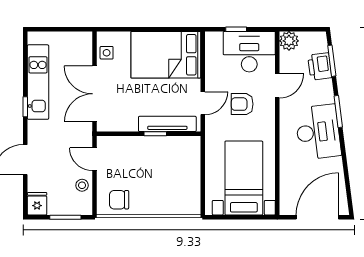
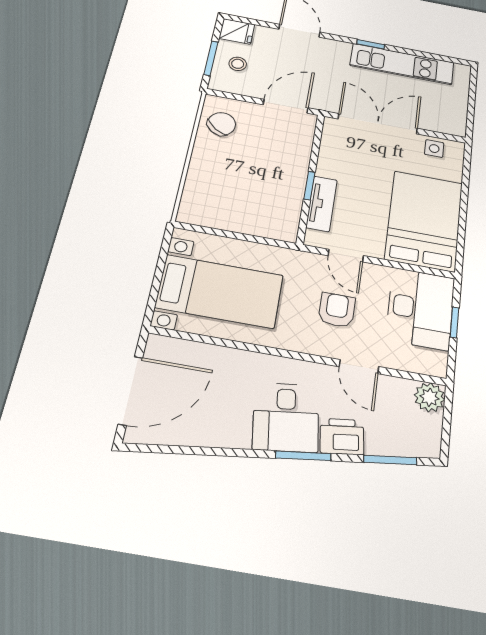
desk: (249, 52) -> (420, 309), moved
printer: (320, 66) -> (342, 436), moved
tv unit: (167, 124) -> (322, 204), width x0.71
desk: (318, 132) -> (286, 417), width x0.73
door: (95, 159) -> (286, 106), width x1.38
stool: (82, 185) -> (238, 64), moved
chair: (119, 200) -> (222, 124), turned 35
door: (317, 217) -> (130, 391), hinge flipped

